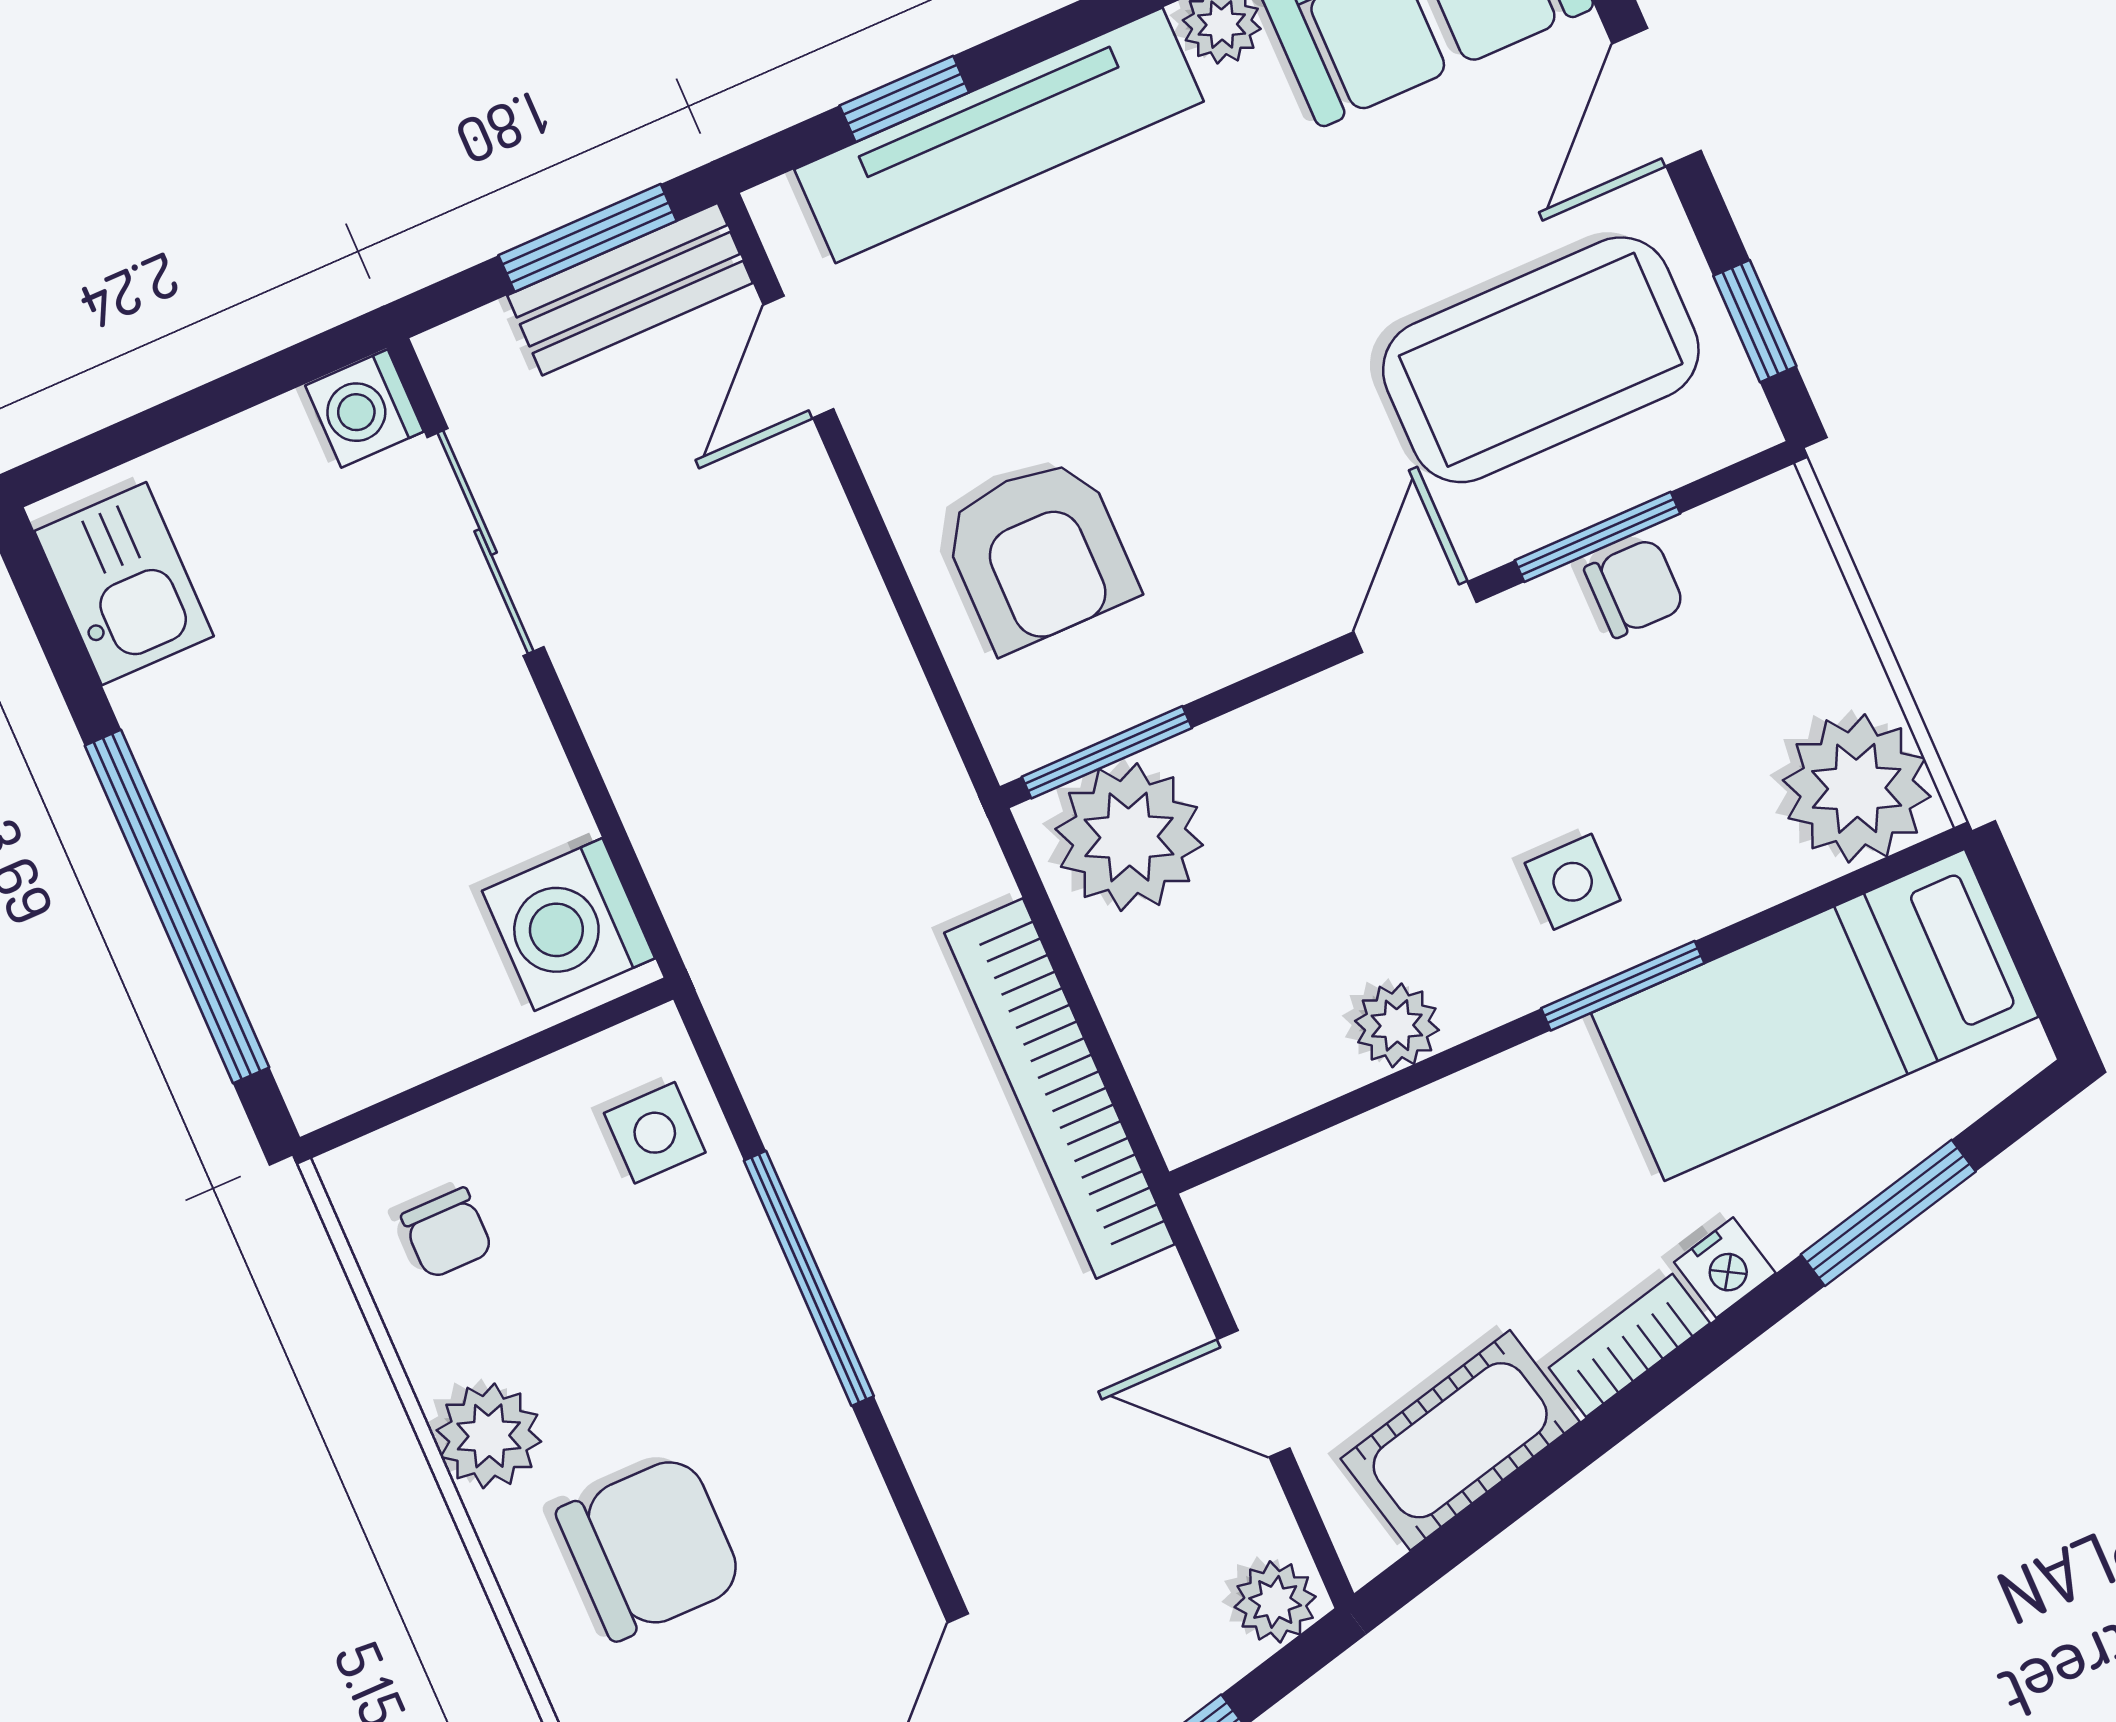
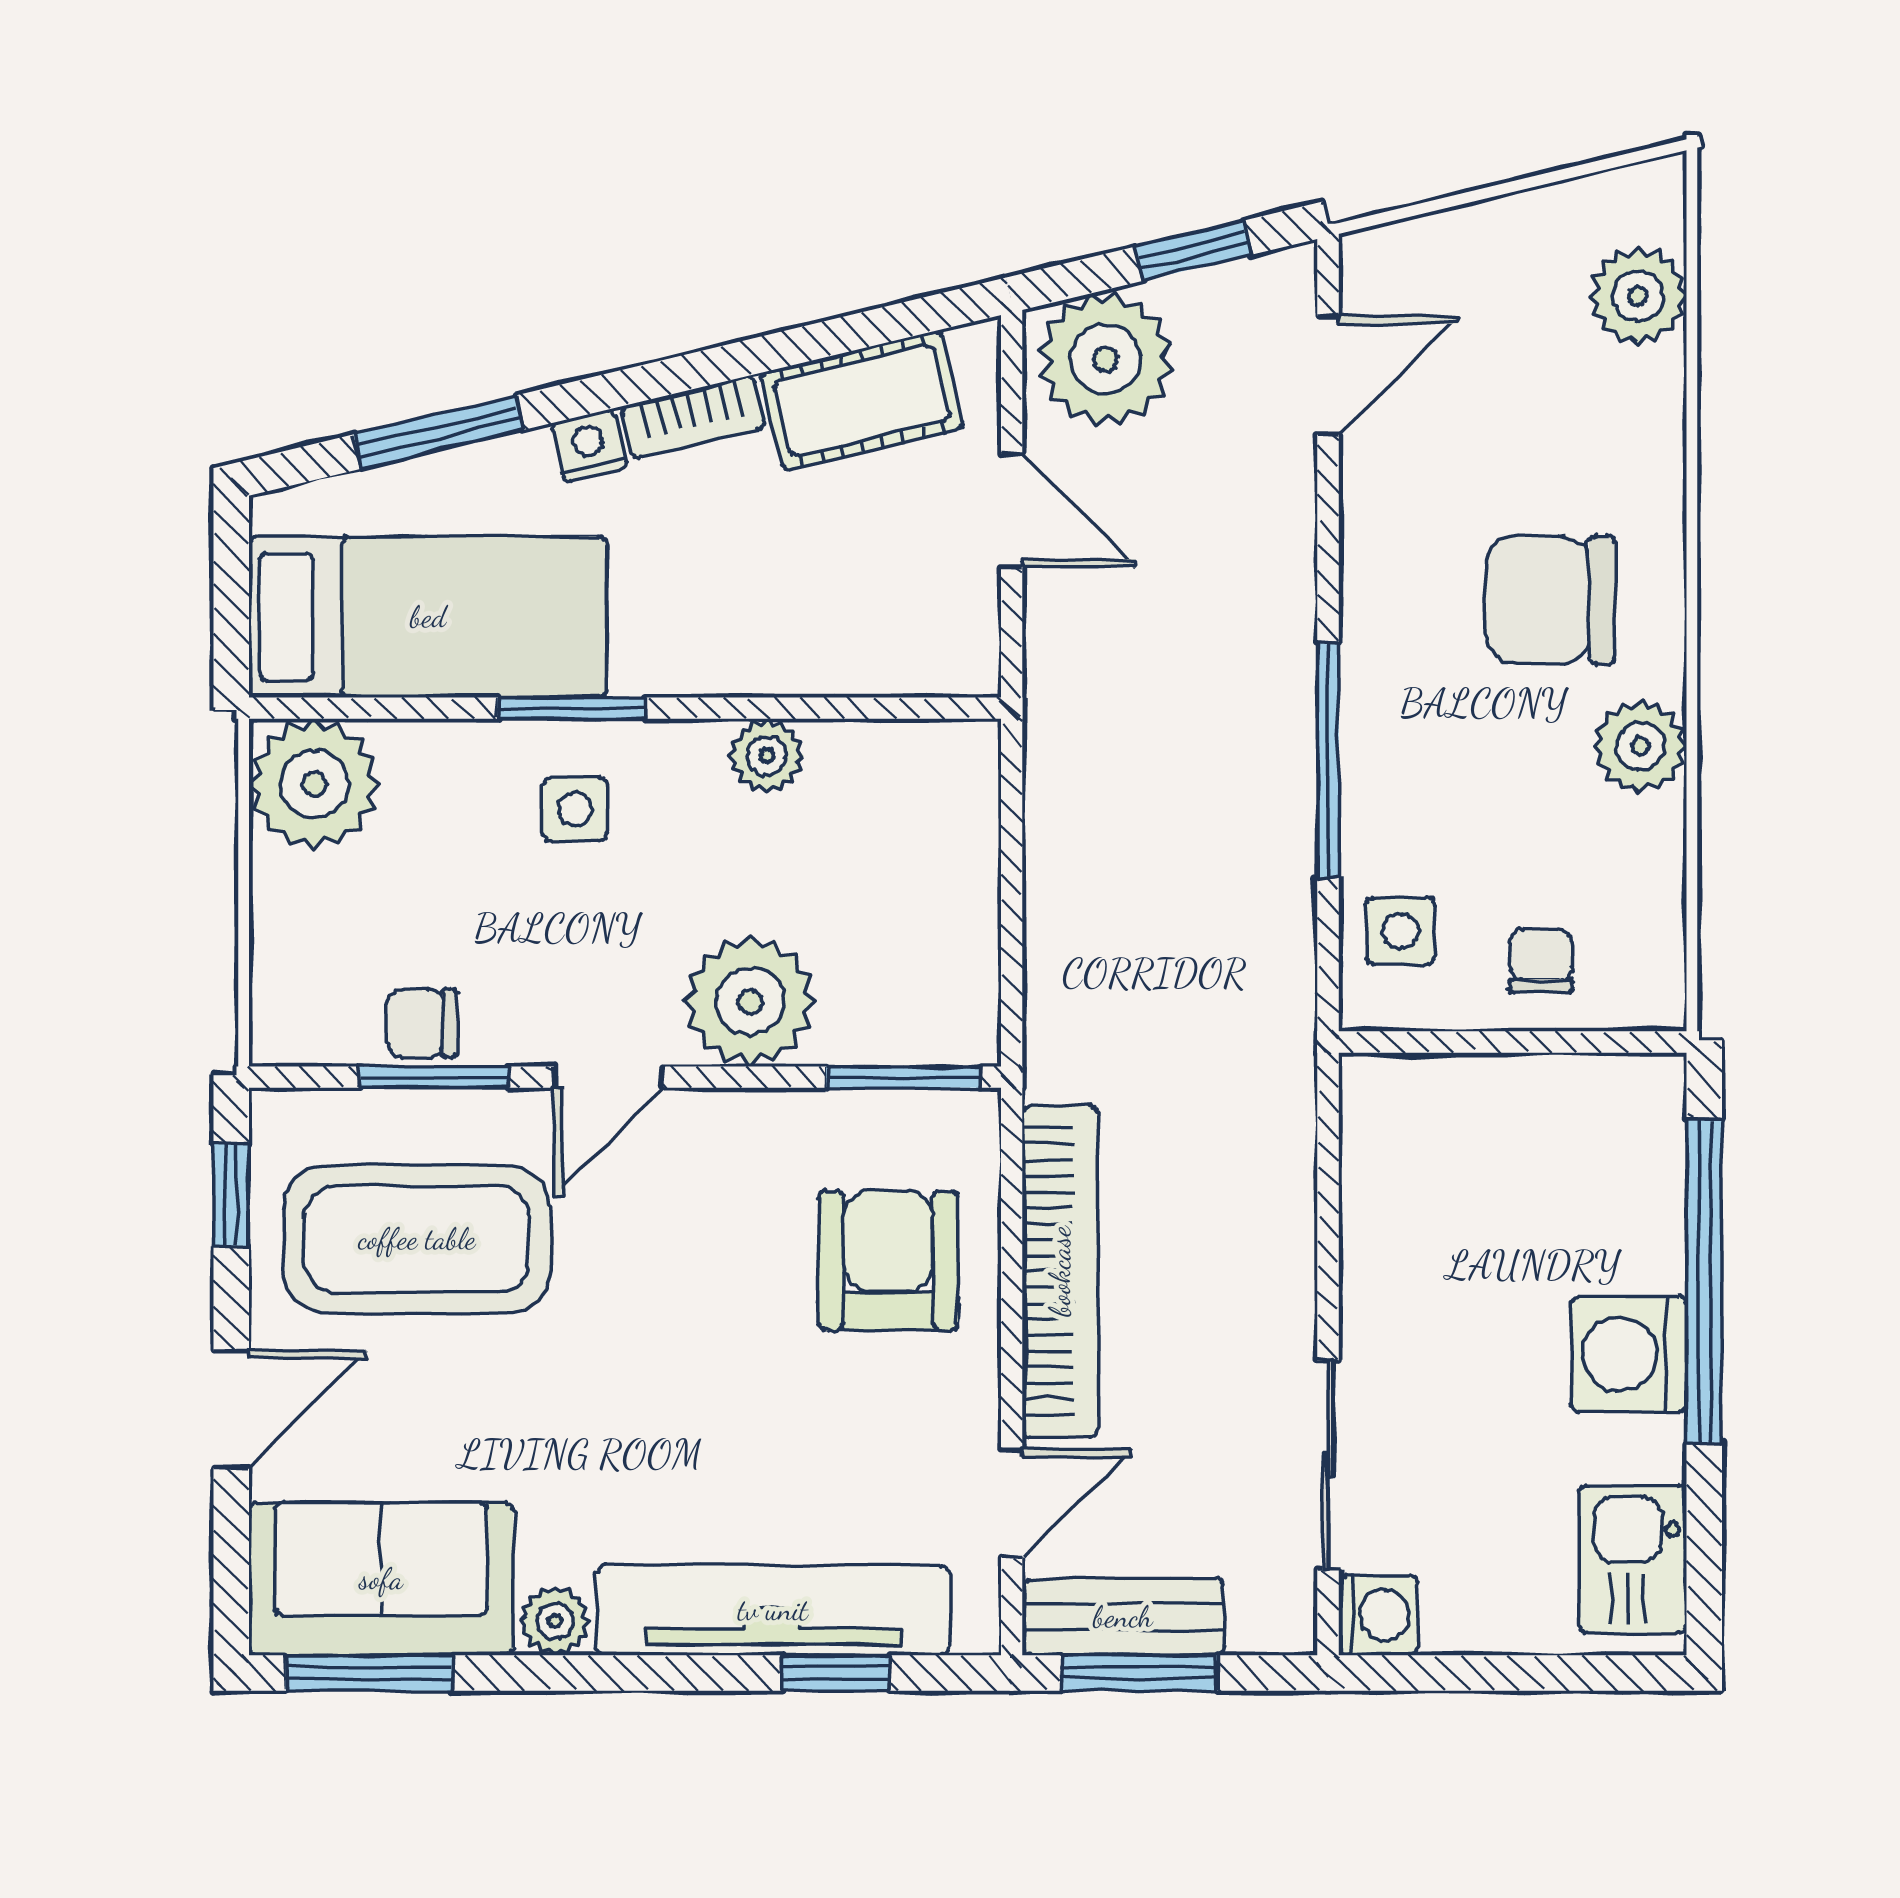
plant: (1129, 837) -> (750, 1001), moved
washing machine: (568, 925) -> (1629, 1354), moved, turned 180
bookcase: (1060, 1089) -> (1060, 1271), moved
chair: (447, 1233) -> (1541, 961), moved
plant: (1275, 1602) -> (1106, 359), width x1.87, depth x1.87

